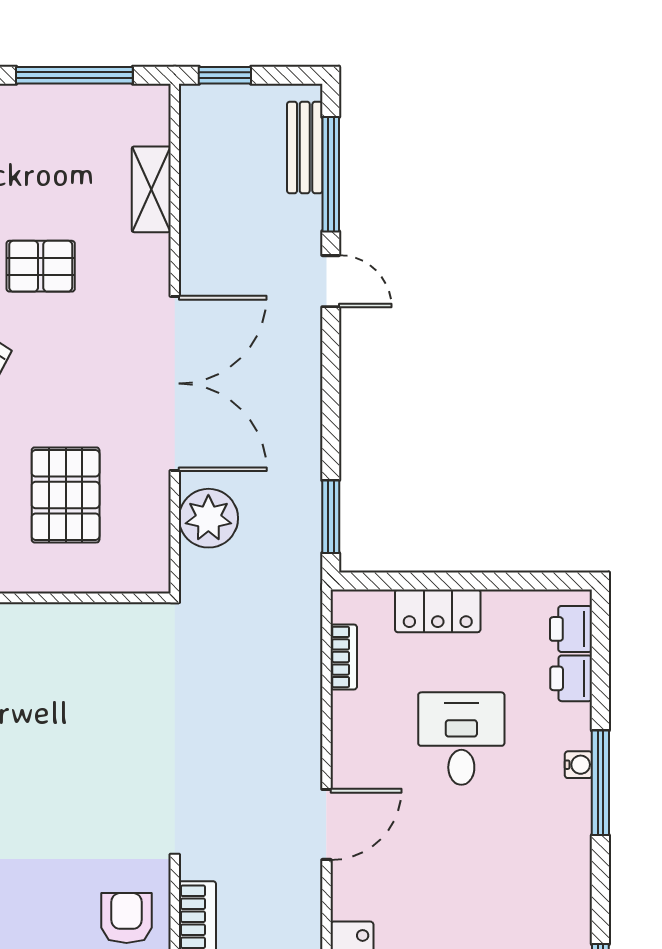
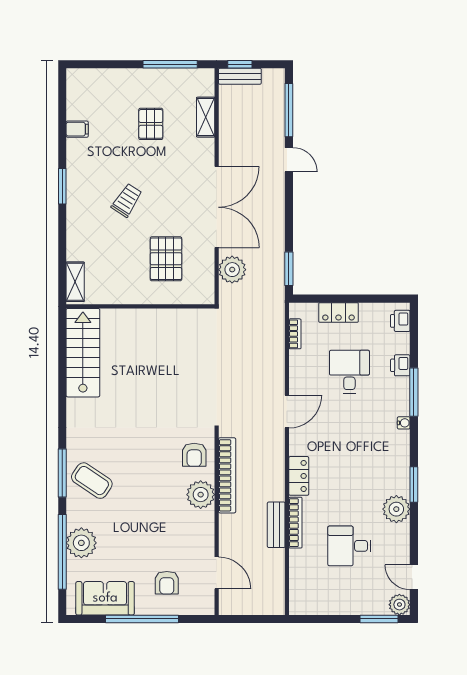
bench: (305, 147) -> (240, 76), moved, turned 90
pallet: (41, 266) -> (151, 124), moved, turned 90
printer: (571, 678) -> (400, 365), moved
water cooler: (578, 765) -> (404, 423), moved
armchair: (126, 918) -> (194, 455), turned 180

